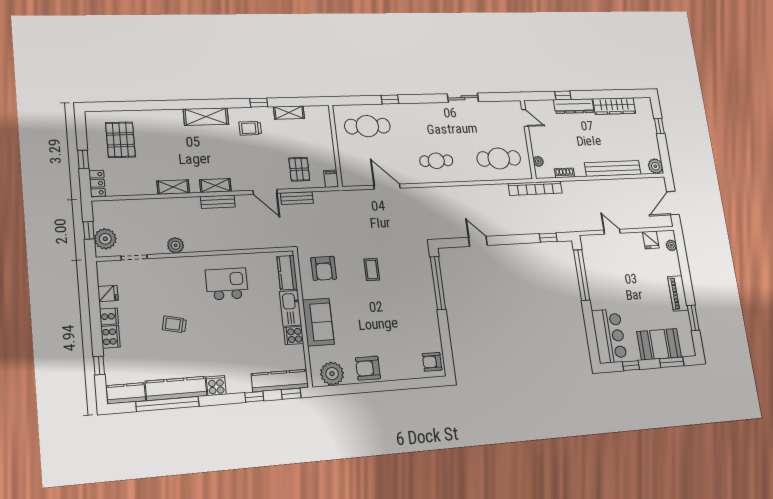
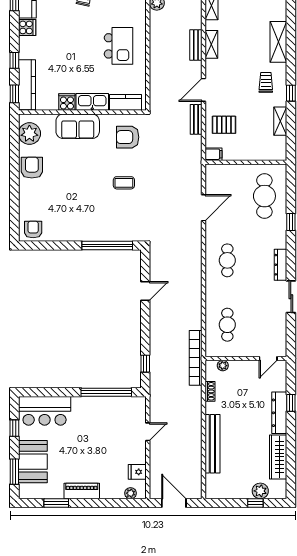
dresser: (433, 108) -> (281, 265), added
cafe table: (499, 158) -> (227, 325), width x0.73, depth x0.74
plant: (655, 166) -> (260, 491), moved

